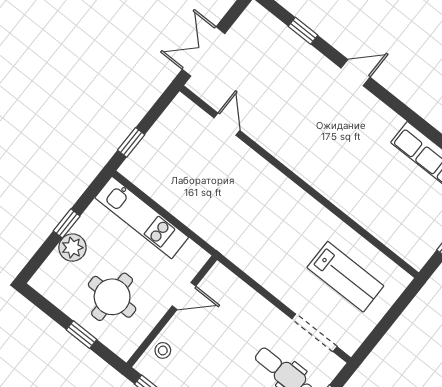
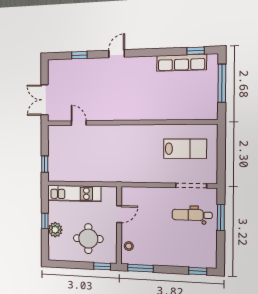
window: (81, 335) -> (102, 266), moved

